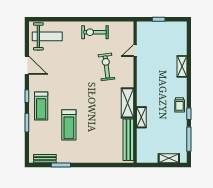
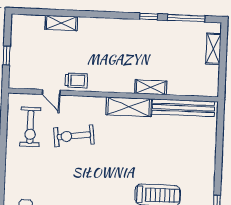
exercise bike: (95, 32) -> (30, 127), moved
shelving: (182, 66) -> (61, 23), moved
trolley: (180, 105) -> (76, 80), moved

